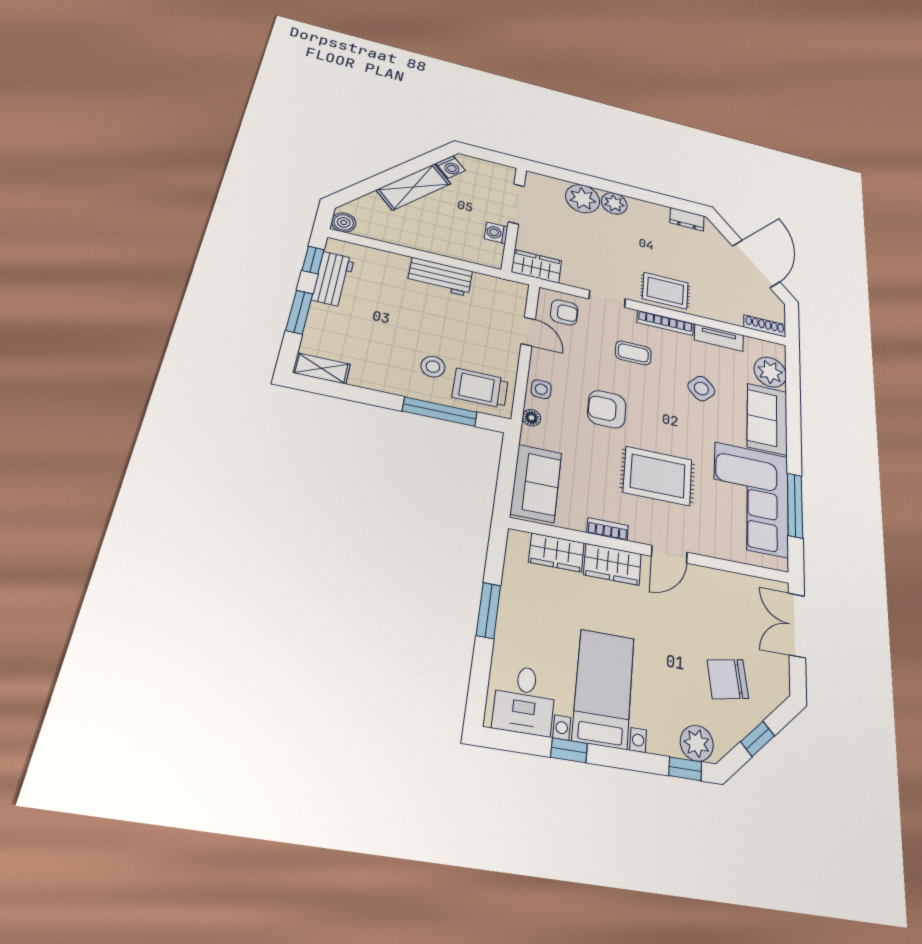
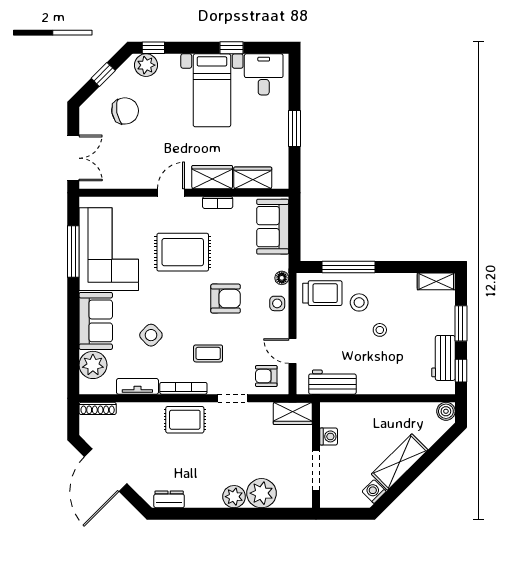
workbench: (440, 277) -> (332, 382), moved
stool: (411, 329) -> (380, 330), added

